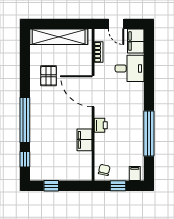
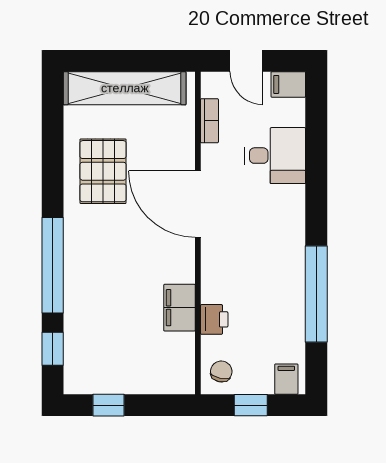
filing cabinet: (136, 41) -> (288, 84), width x0.50
pallet: (49, 76) -> (103, 171), width x1.50, depth x1.42
printer: (101, 125) -> (214, 319), moved

